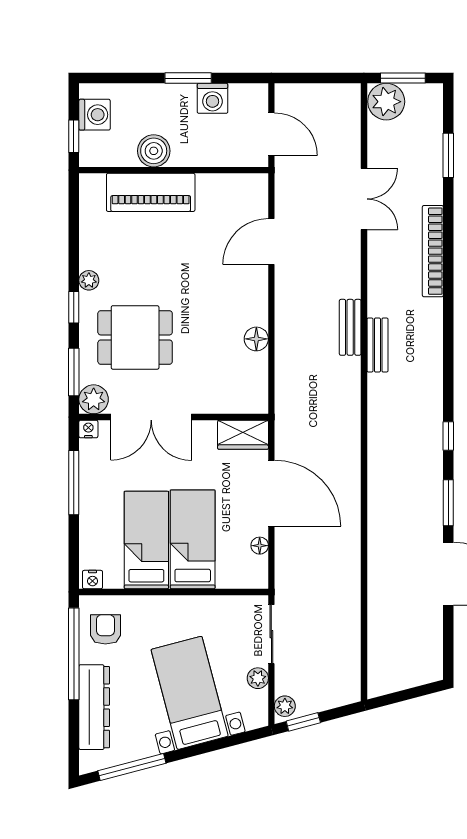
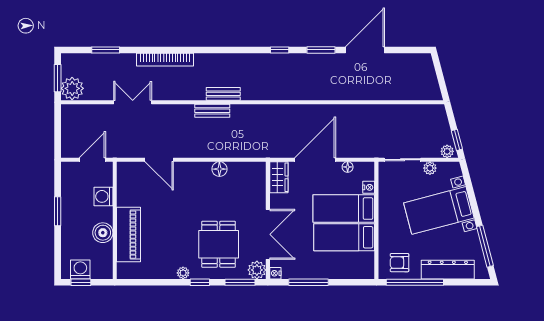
washing machine: (212, 98) -> (103, 196), moved, turned 180
window: (74, 136) -> (81, 282), moved
nightstand: (93, 580) -> (369, 187), moved

